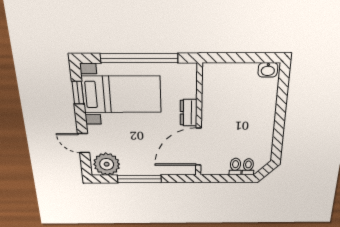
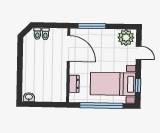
dresser: (189, 113) -> (74, 84), moved
door: (199, 147) -> (68, 48), hinge flipped
window: (139, 179) -> (92, 26), moved

